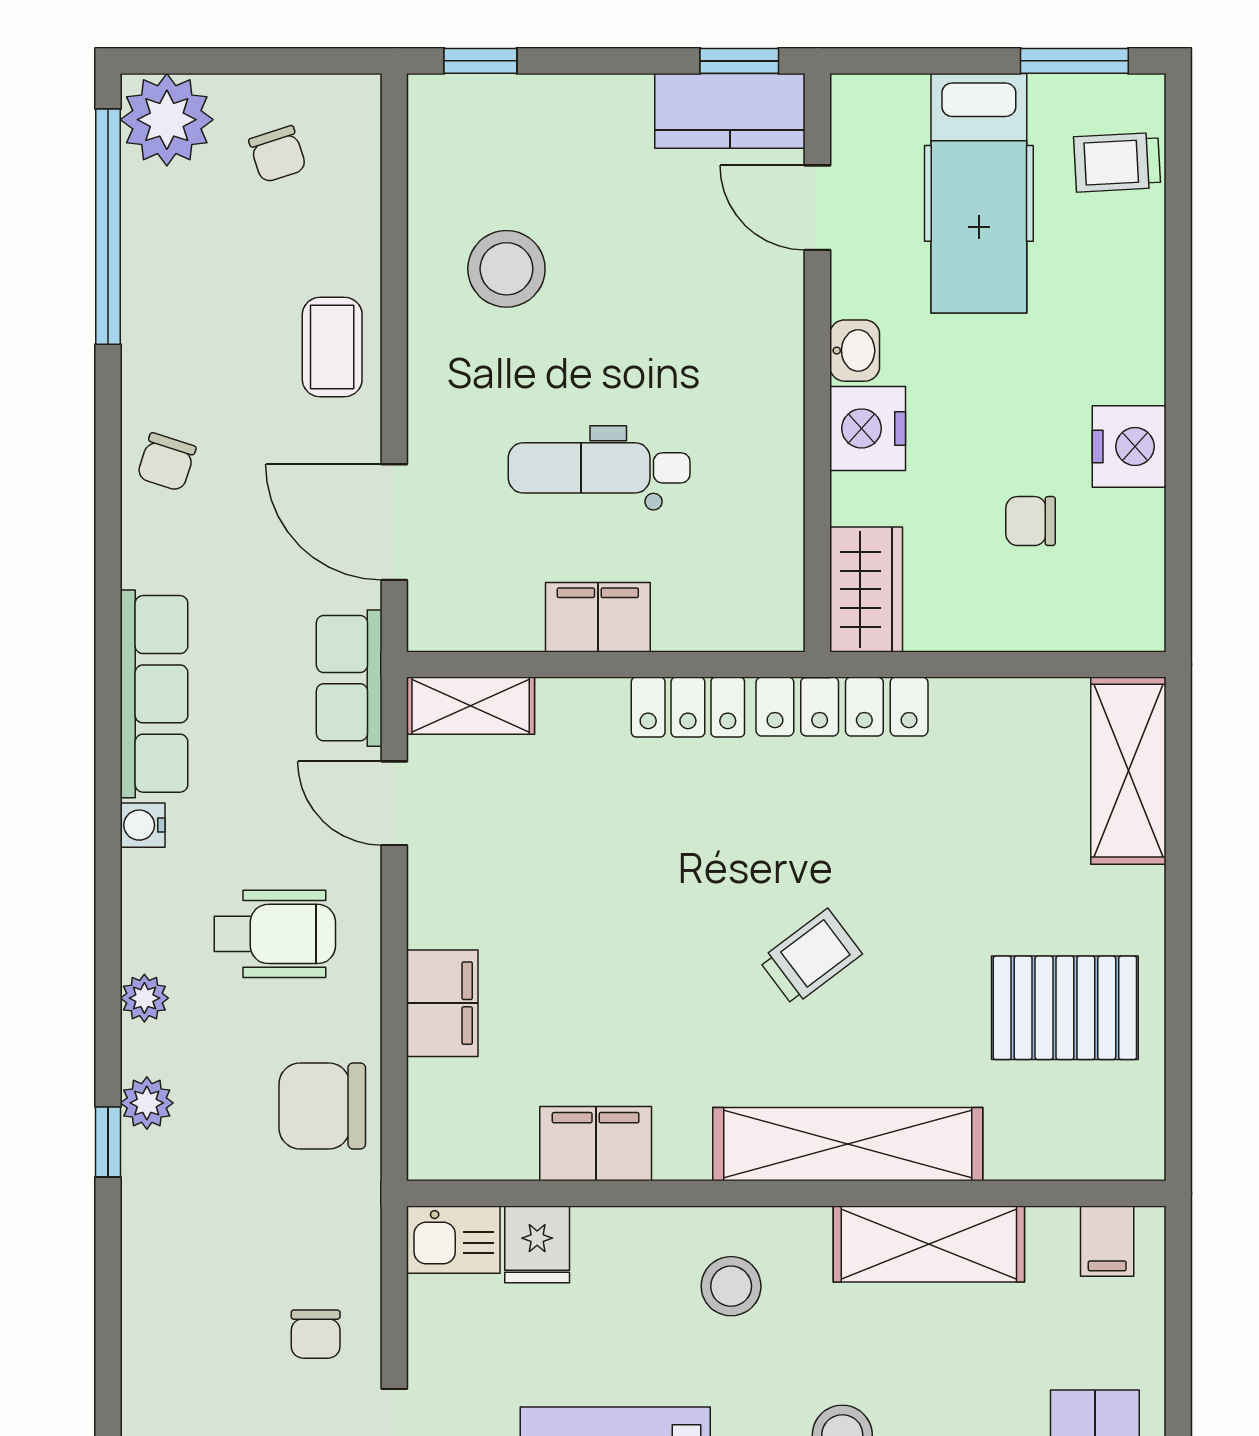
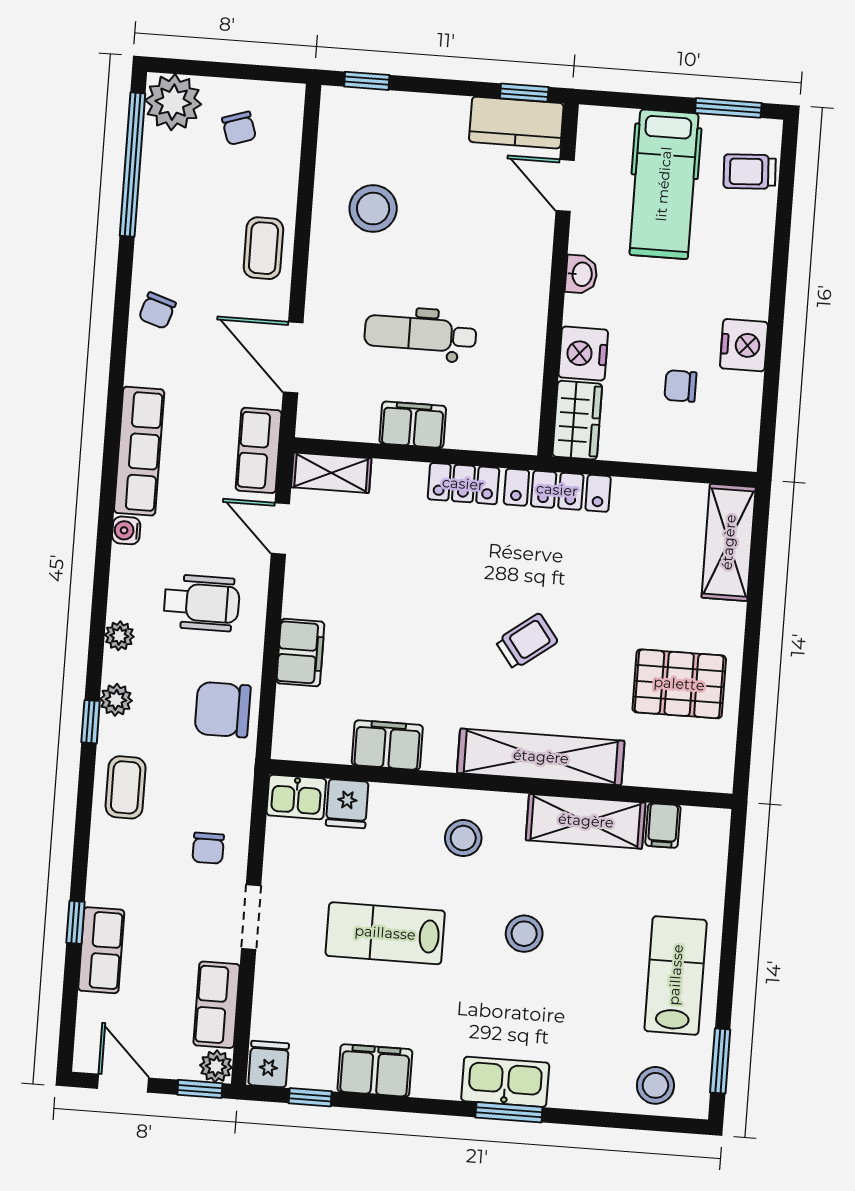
nightstand: (868, 428) -> (583, 353), moved
filing cabinet: (1107, 1241) -> (663, 825), moved
coffee table: (173, 1245) -> (126, 787), added

